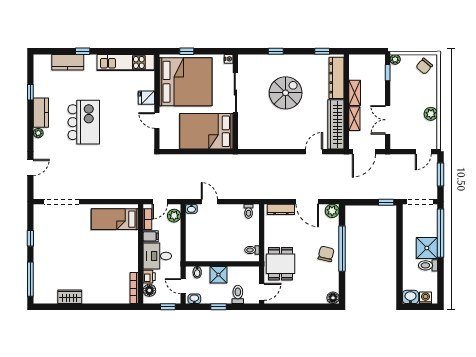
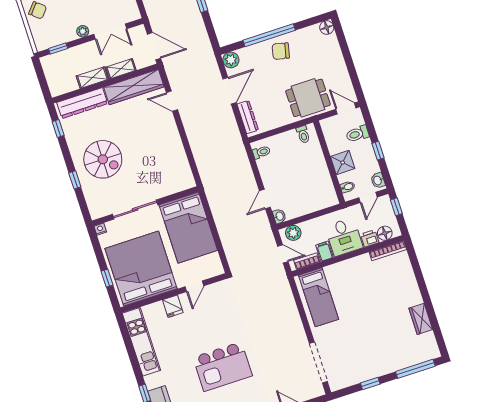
plant: (395, 59) -> (83, 31), moved
spiral stairs: (286, 93) -> (103, 159), moved, turned 180
kitchen island: (84, 122) -> (223, 367), turned 180

